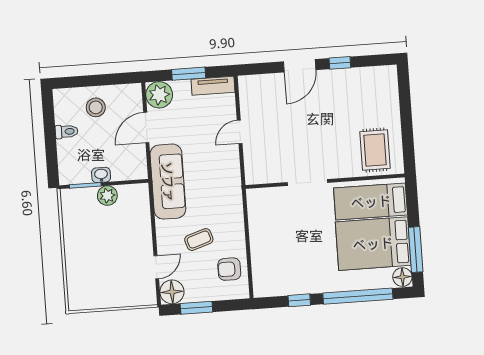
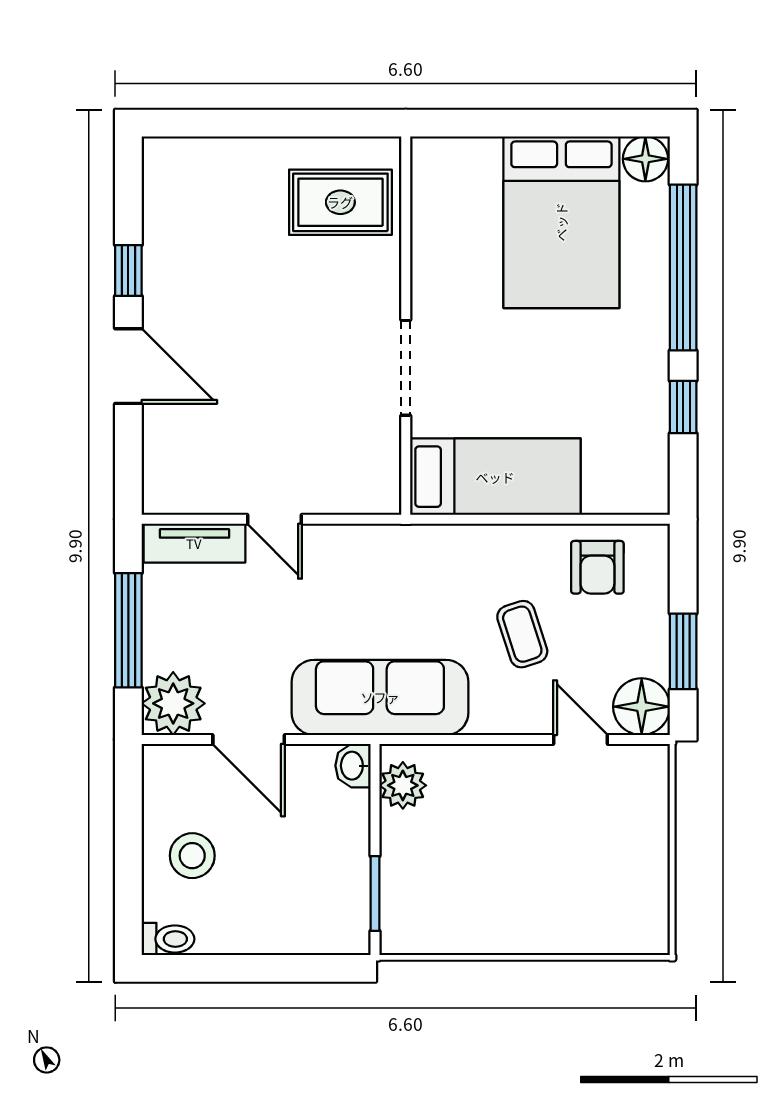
window: (189, 74) -> (128, 630), width x1.44
tv unit: (213, 86) -> (194, 543), moved, turned 90
toilet: (67, 132) -> (168, 939), moved, turned 90
washbasin: (101, 175) -> (353, 766), moved
plant: (107, 196) -> (403, 785), moved
bed: (371, 202) -> (495, 477), moved, turned -90
window: (416, 250) -> (583, 123), removed

